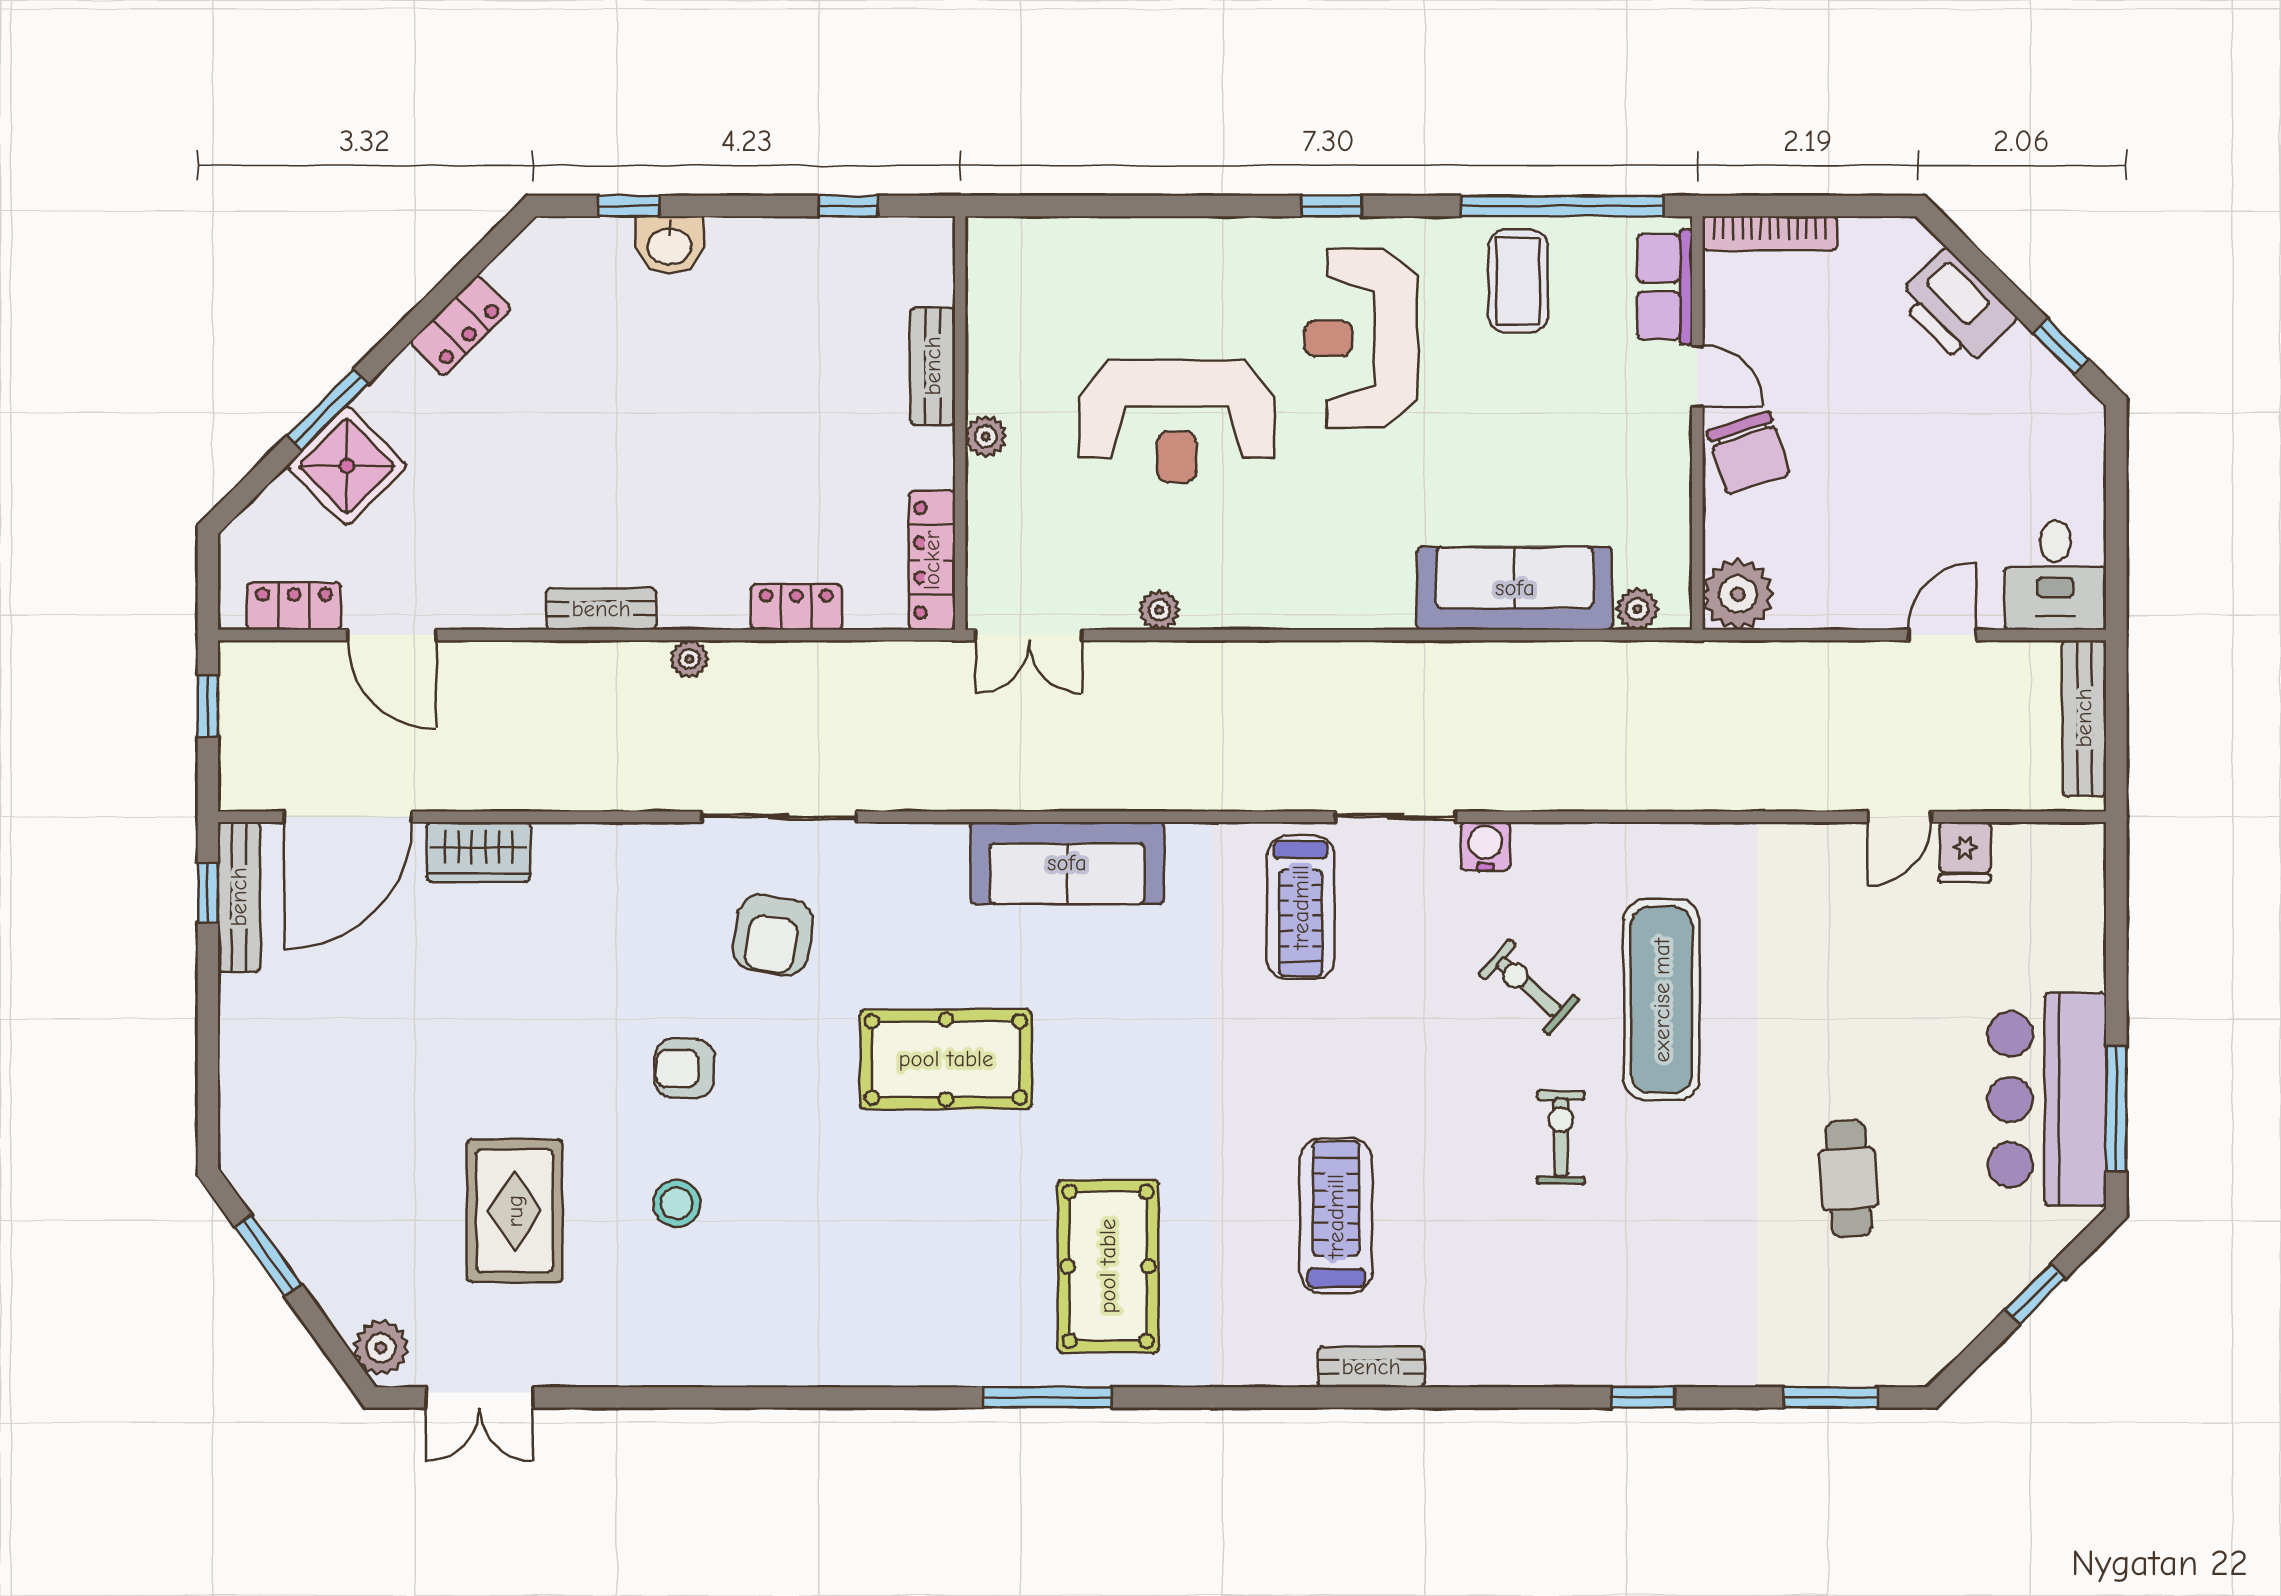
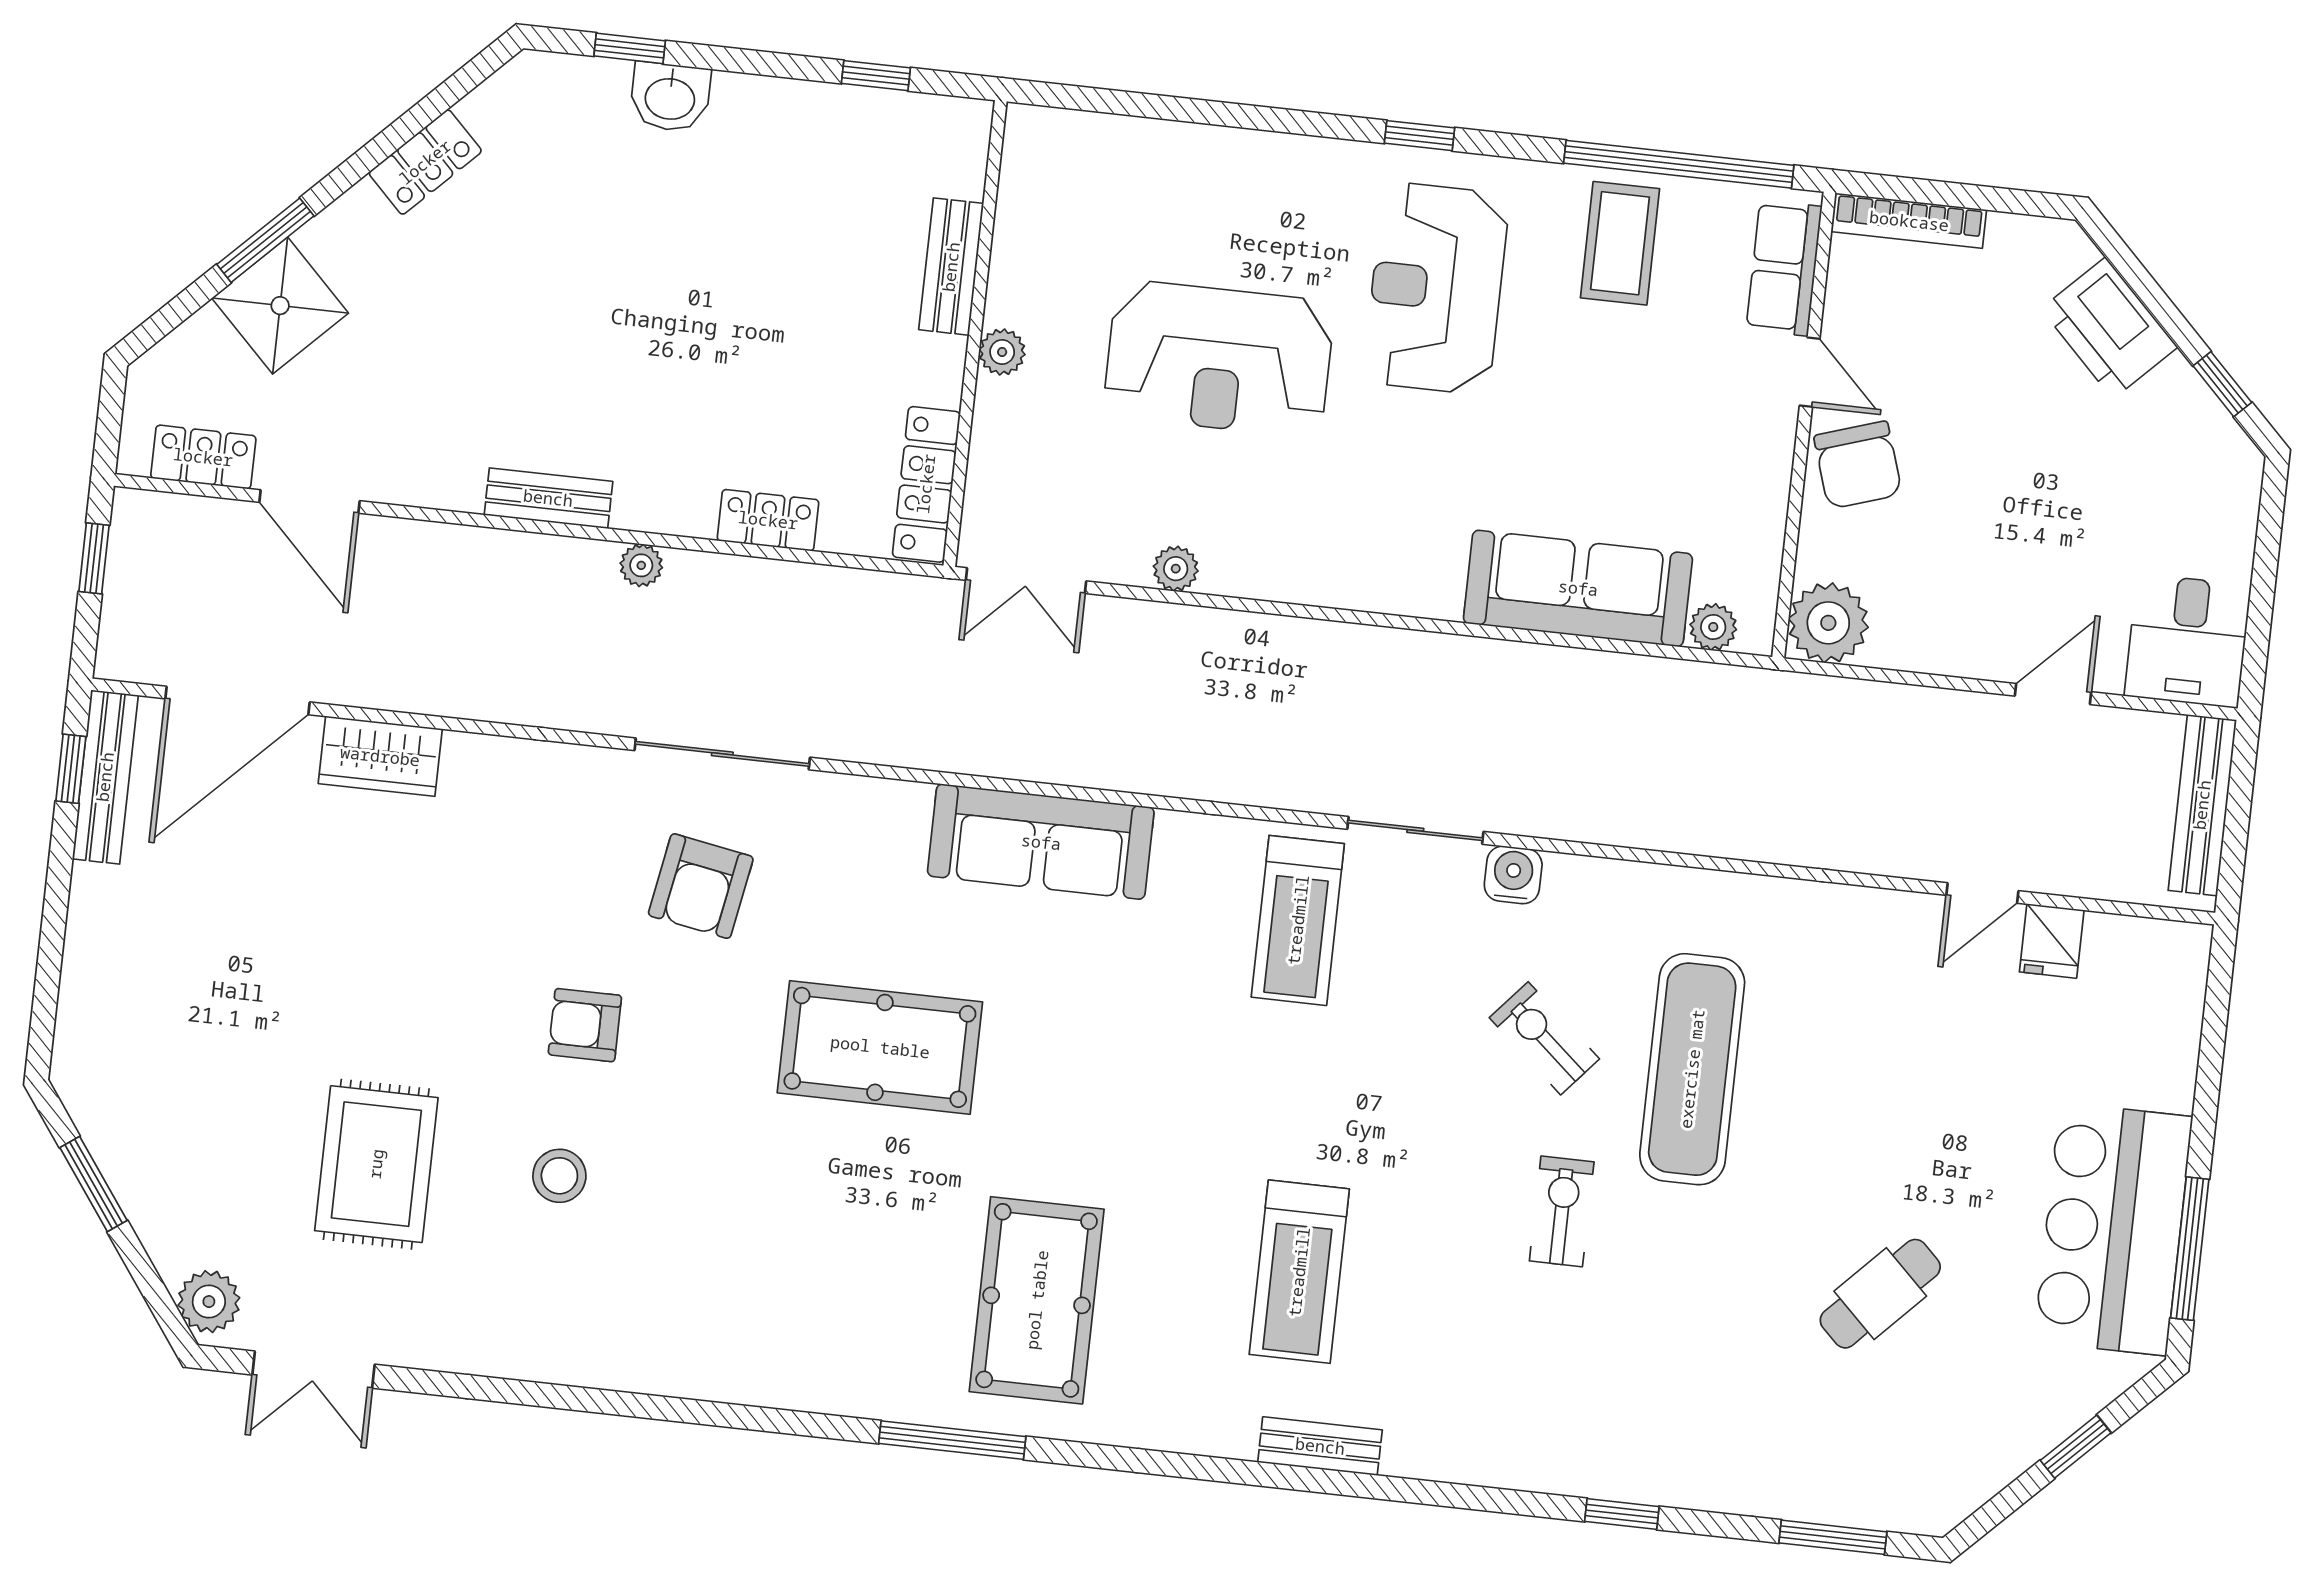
cafe table: (1849, 1179) -> (1880, 1294), turned 48
treadmill: (1336, 1216) -> (1299, 1272), turned 180

